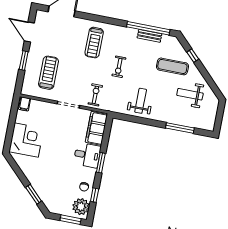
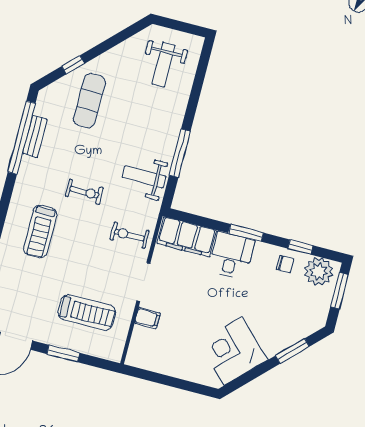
treadmill: (94, 43) -> (40, 231), turned 90
treadmill: (49, 73) -> (87, 312), turned 180
weight bench: (190, 94) -> (163, 65), moved
weight bench: (141, 101) -> (144, 177), moved
filing cabinet: (25, 104) -> (147, 318), moved
window: (180, 128) -> (180, 153), moved
corner desk: (26, 140) -> (233, 351), moved, turned -45

